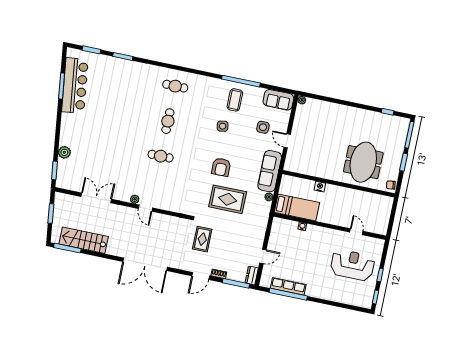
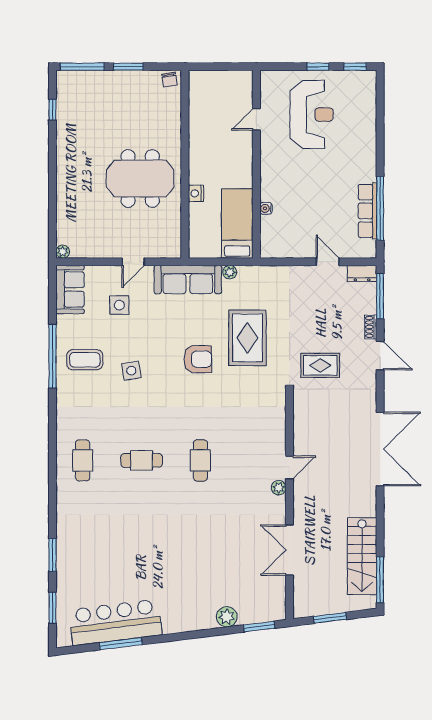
meeting table: (363, 162) -> (140, 178), moved
reception desk: (352, 265) -> (311, 114), turned 180

